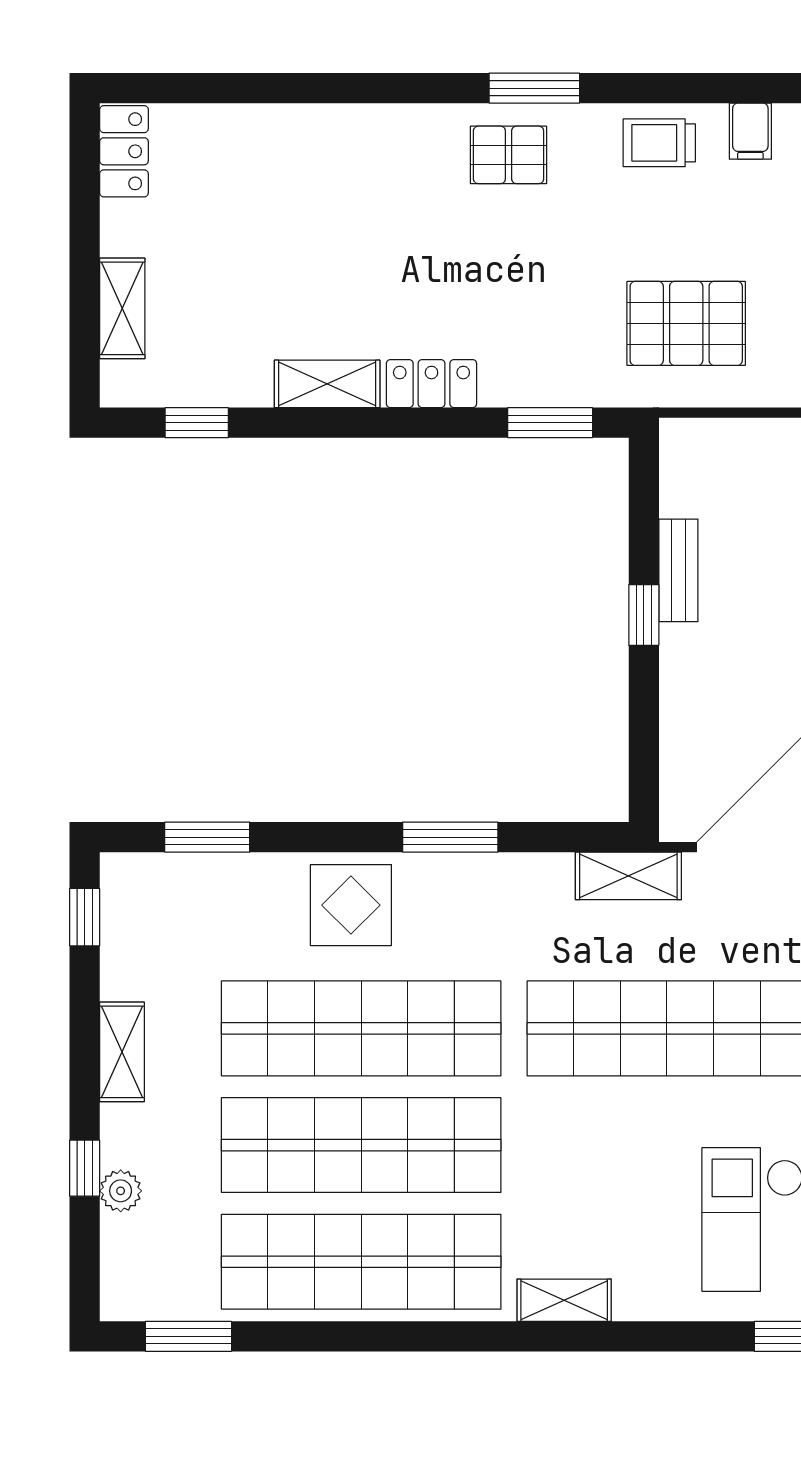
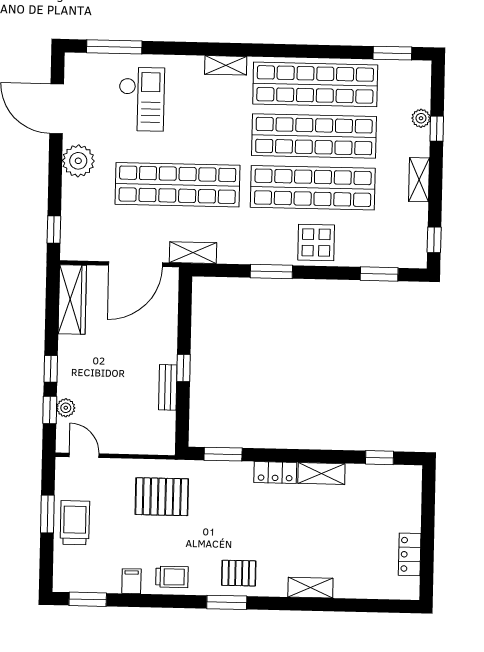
locker: (124, 151) -> (410, 554), moved
shelving: (122, 308) -> (310, 588), moved, turned 90

